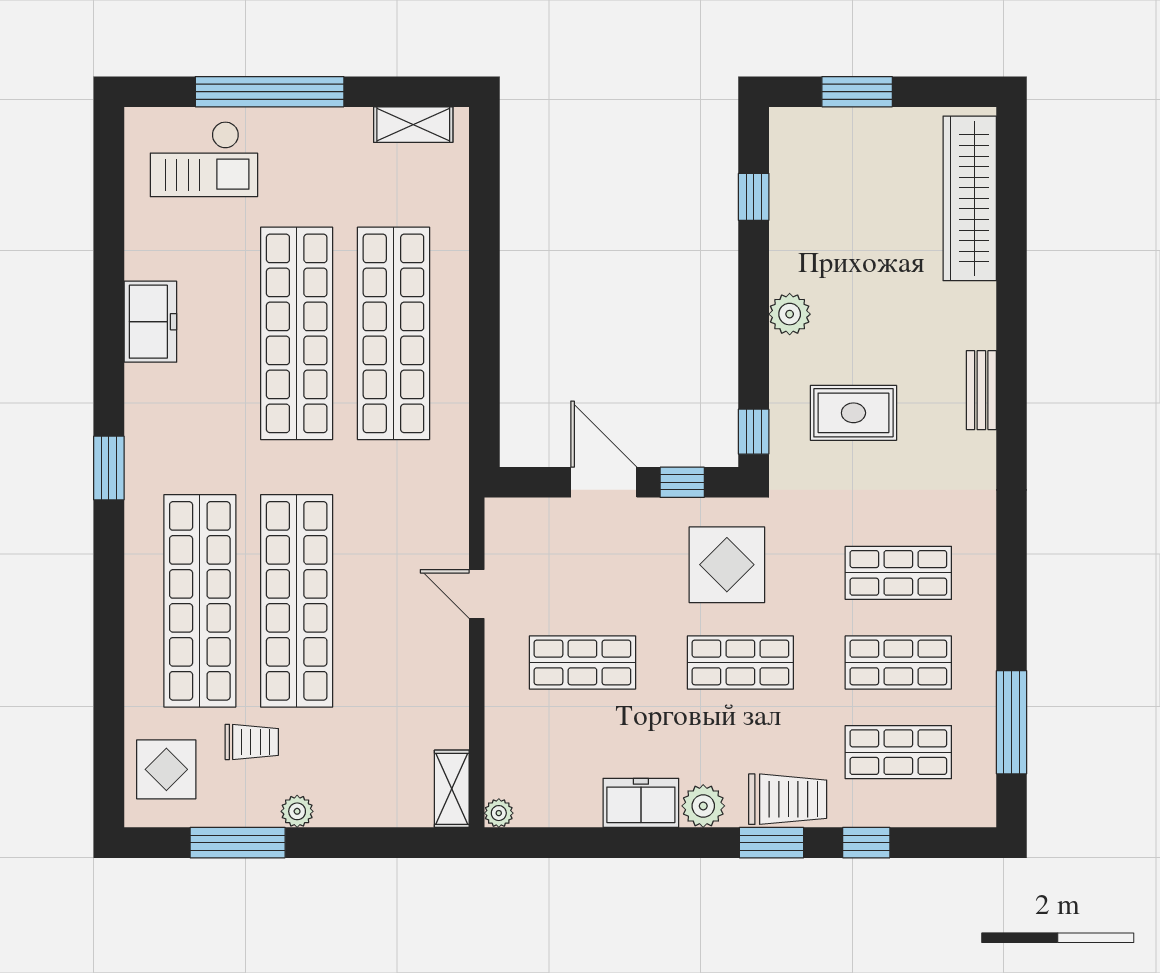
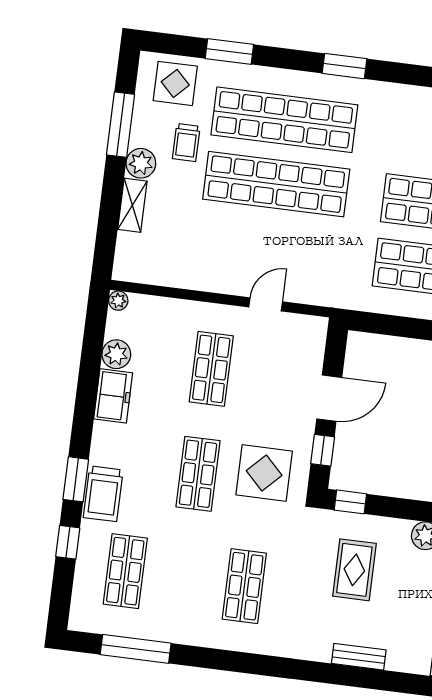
window: (109, 468) -> (345, 66), moved
shop shelf: (898, 662) -> (185, 579), removed
window: (109, 695) -> (229, 52), added
shelving: (452, 789) -> (132, 205), moved, turned 90
plant: (703, 806) -> (116, 354), moved
plant: (297, 811) -> (141, 163), width x1.38, depth x1.38

